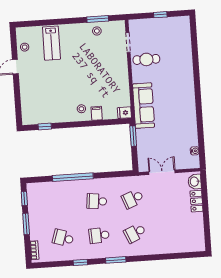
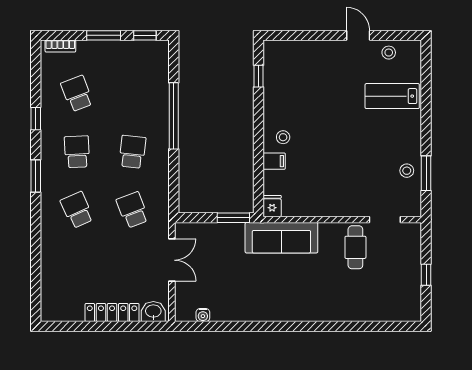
locker: (197, 201) -> (112, 313), width x1.53
school desk: (63, 238) -> (77, 94), turned -39

